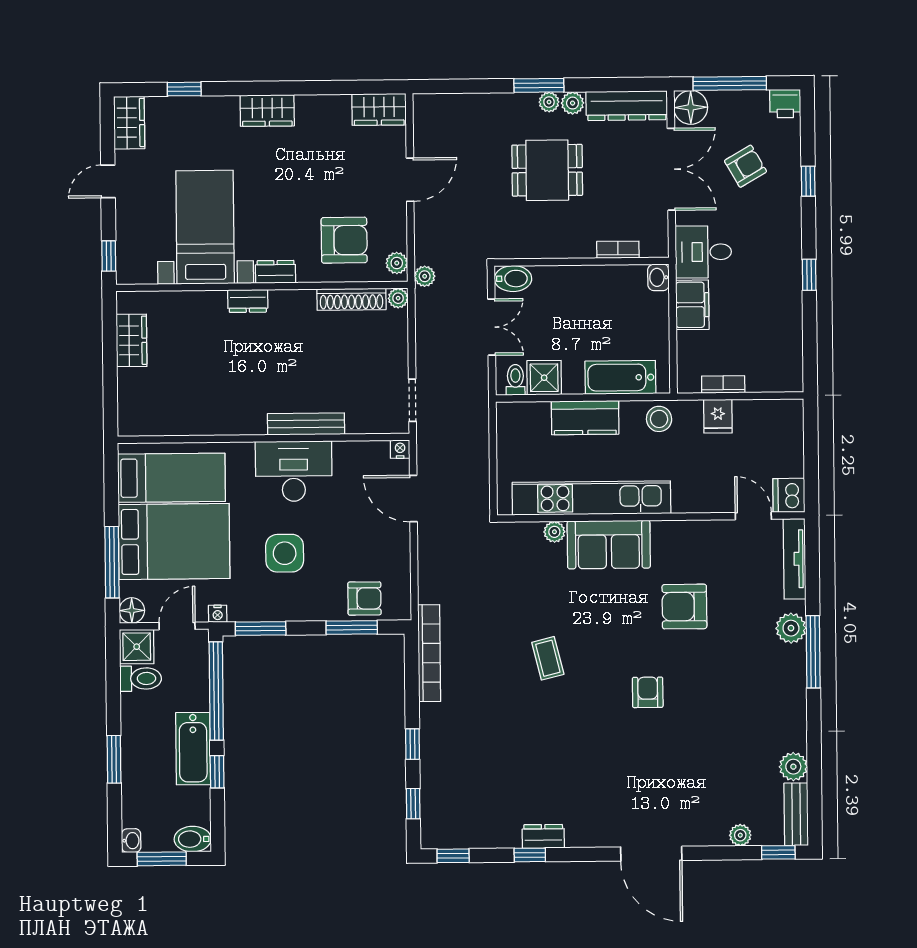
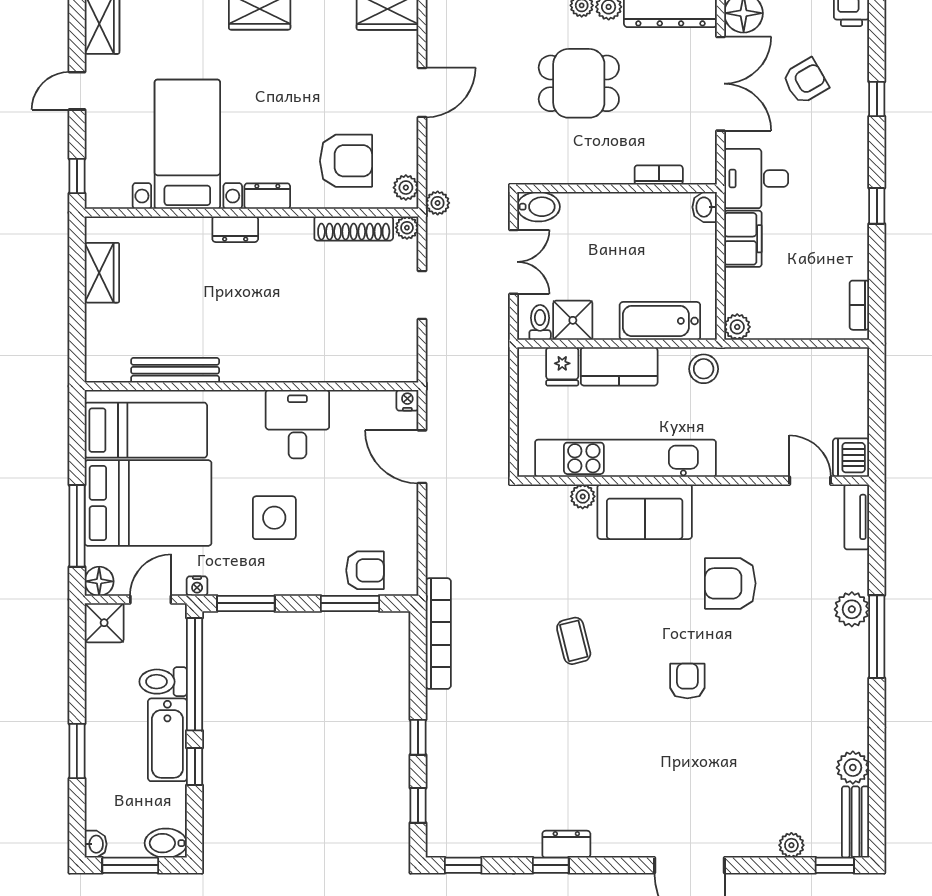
plant: (688, 382) -> (737, 327), added
bookcase: (723, 384) -> (859, 305), moved, turned -90
doorway: (412, 400) -> (422, 295), moved
fridge: (718, 416) -> (562, 366), moved
bench: (306, 424) -> (175, 370), moved
desk: (294, 471) -> (297, 424), width x0.73
tv unit: (795, 559) -> (857, 517), width x0.71
toilet: (141, 679) -> (163, 682), moved, turned 180

